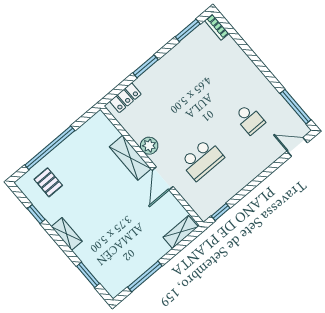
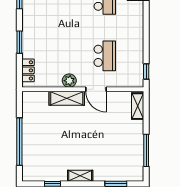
pallet: (48, 182) -> (40, 160), removed

